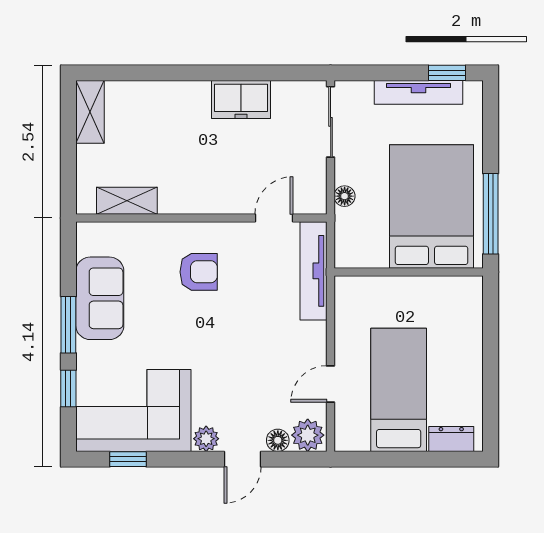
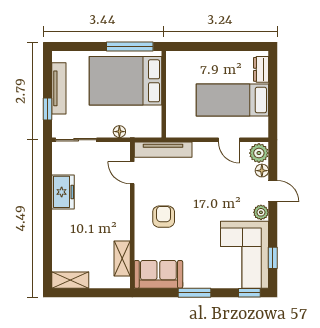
window: (447, 73) -> (48, 109), moved
sofa: (100, 298) -> (158, 274), moved
window: (68, 388) -> (249, 293), moved

